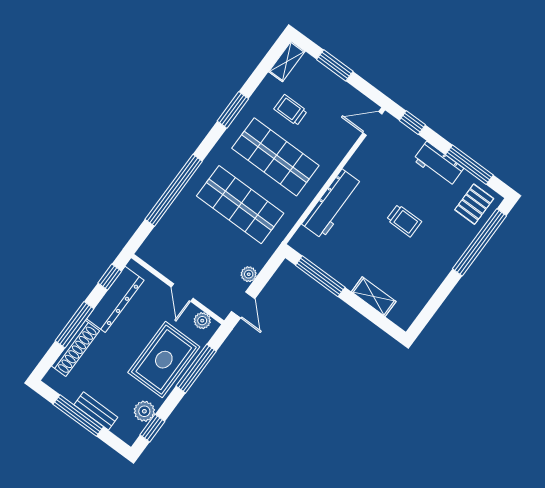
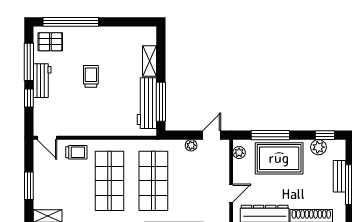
trolley: (291, 110) -> (76, 152), moved, turned -90
window: (412, 123) -> (29, 98), moved
workbench: (332, 204) -> (147, 103), moved, turned -90
door: (182, 293) -> (231, 193), moved

